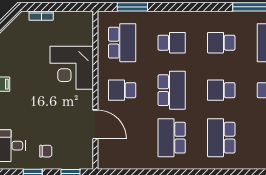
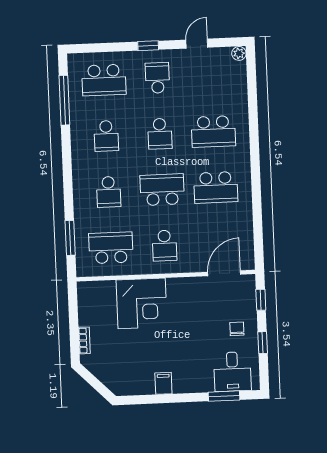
school desk: (172, 43) -> (109, 192), turned 180
door: (95, 124) -> (224, 273), moved

